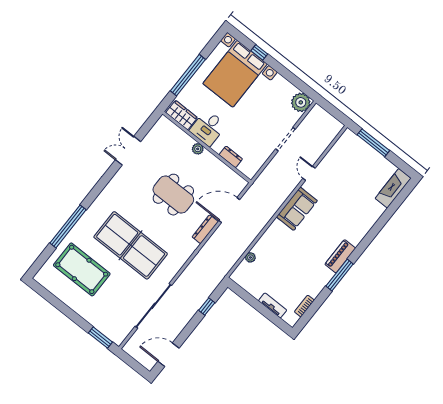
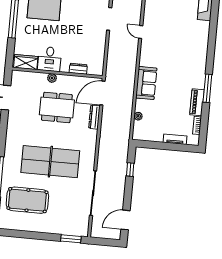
wardrobe: (182, 115) -> (26, 62), moved
desk: (208, 128) -> (50, 59), moved
wall: (207, 147) -> (57, 73), moved
plant: (198, 149) -> (52, 78), moved
dresser: (231, 157) -> (78, 69), moved
sofa: (297, 209) -> (146, 83), moved
piano: (340, 256) -> (197, 102), moved

